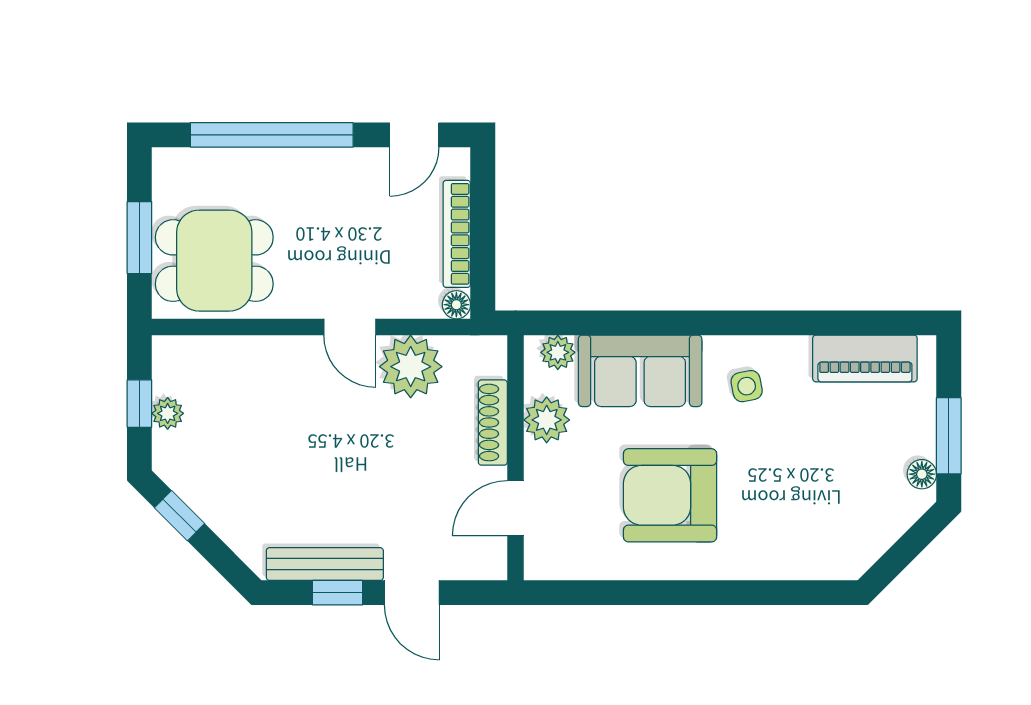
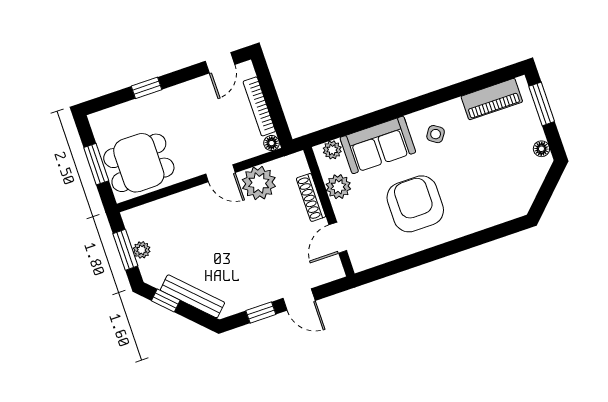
window: (272, 135) -> (146, 88), width x0.32
side table: (747, 386) -> (436, 134), turned 45
window: (139, 404) -> (125, 250), width x1.50
window: (949, 436) -> (542, 104), moved
armchair: (670, 495) -> (415, 204), turned 90
bench: (325, 564) -> (192, 296), moved, turned 45

